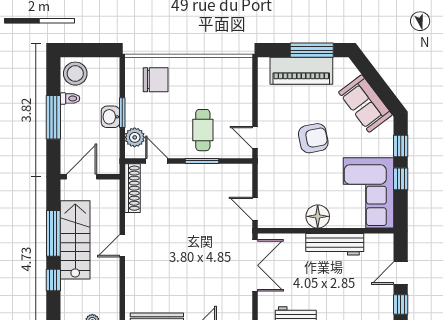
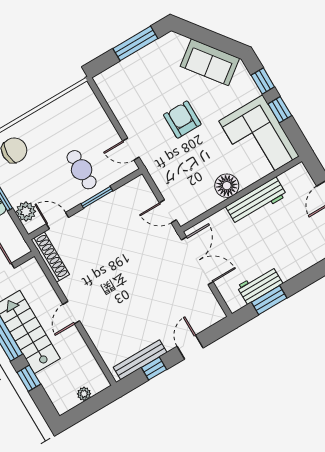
piano: (301, 71) -> (137, 67), removed
armchair: (313, 138) -> (182, 120), turned -79

